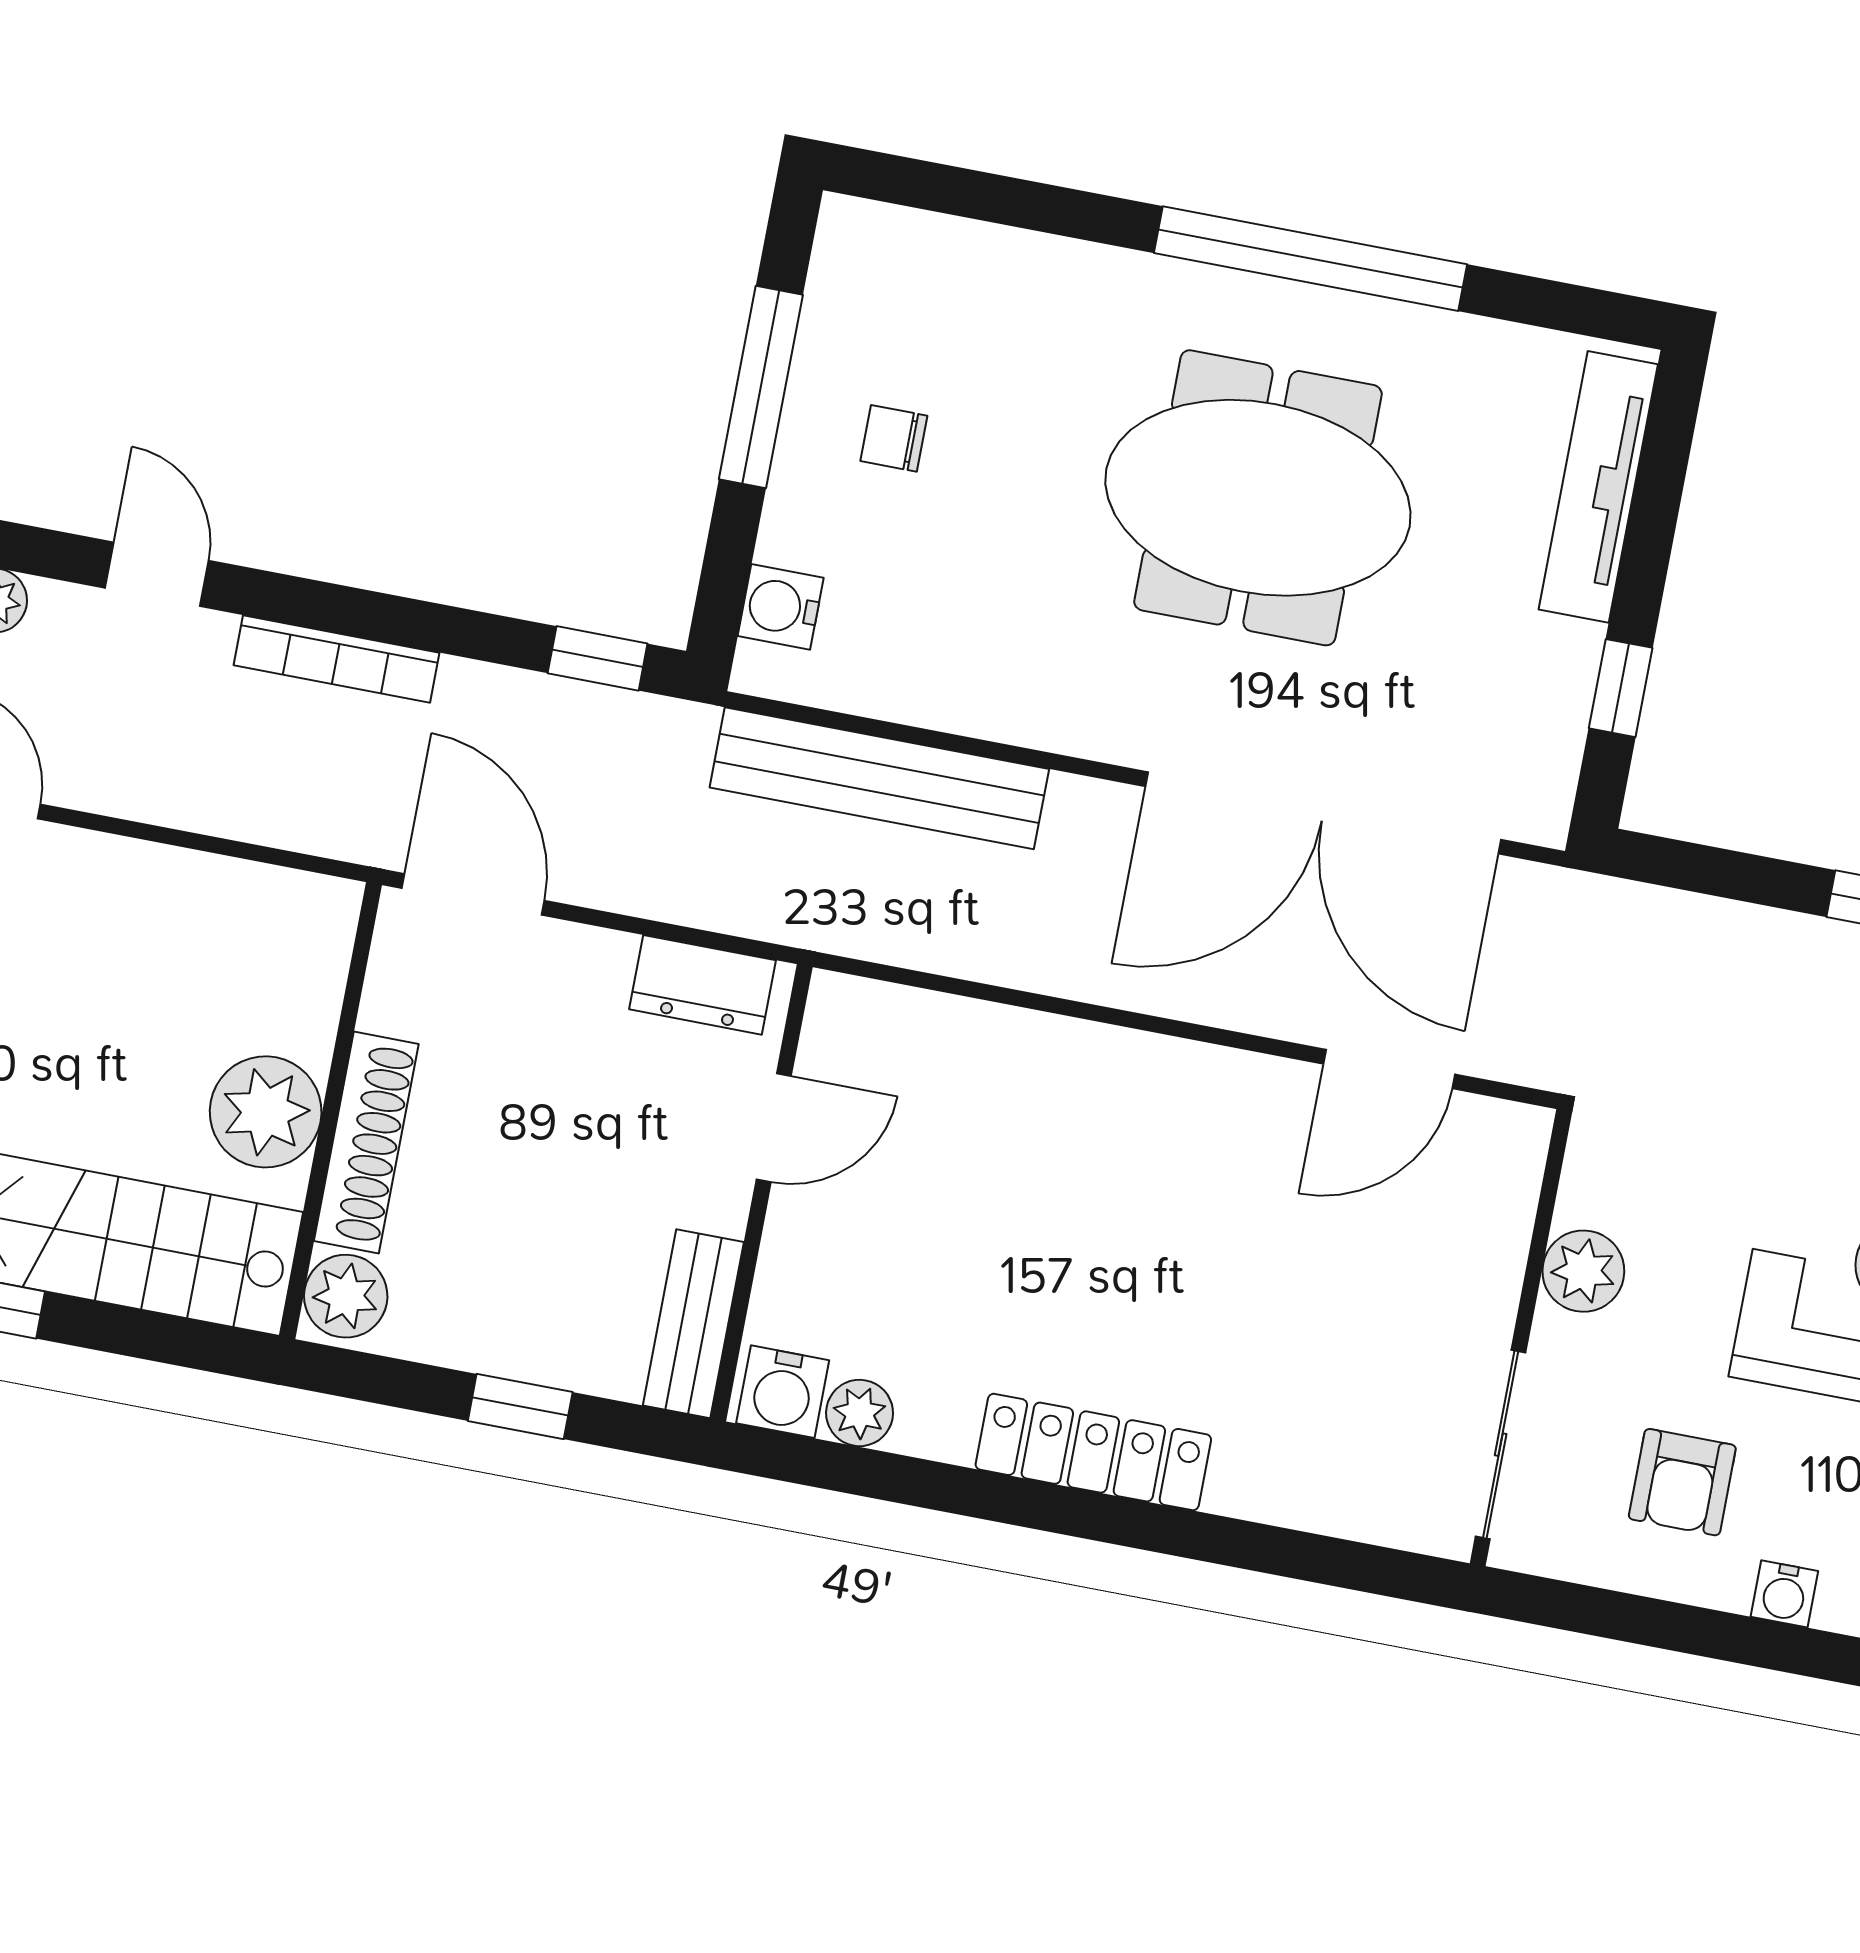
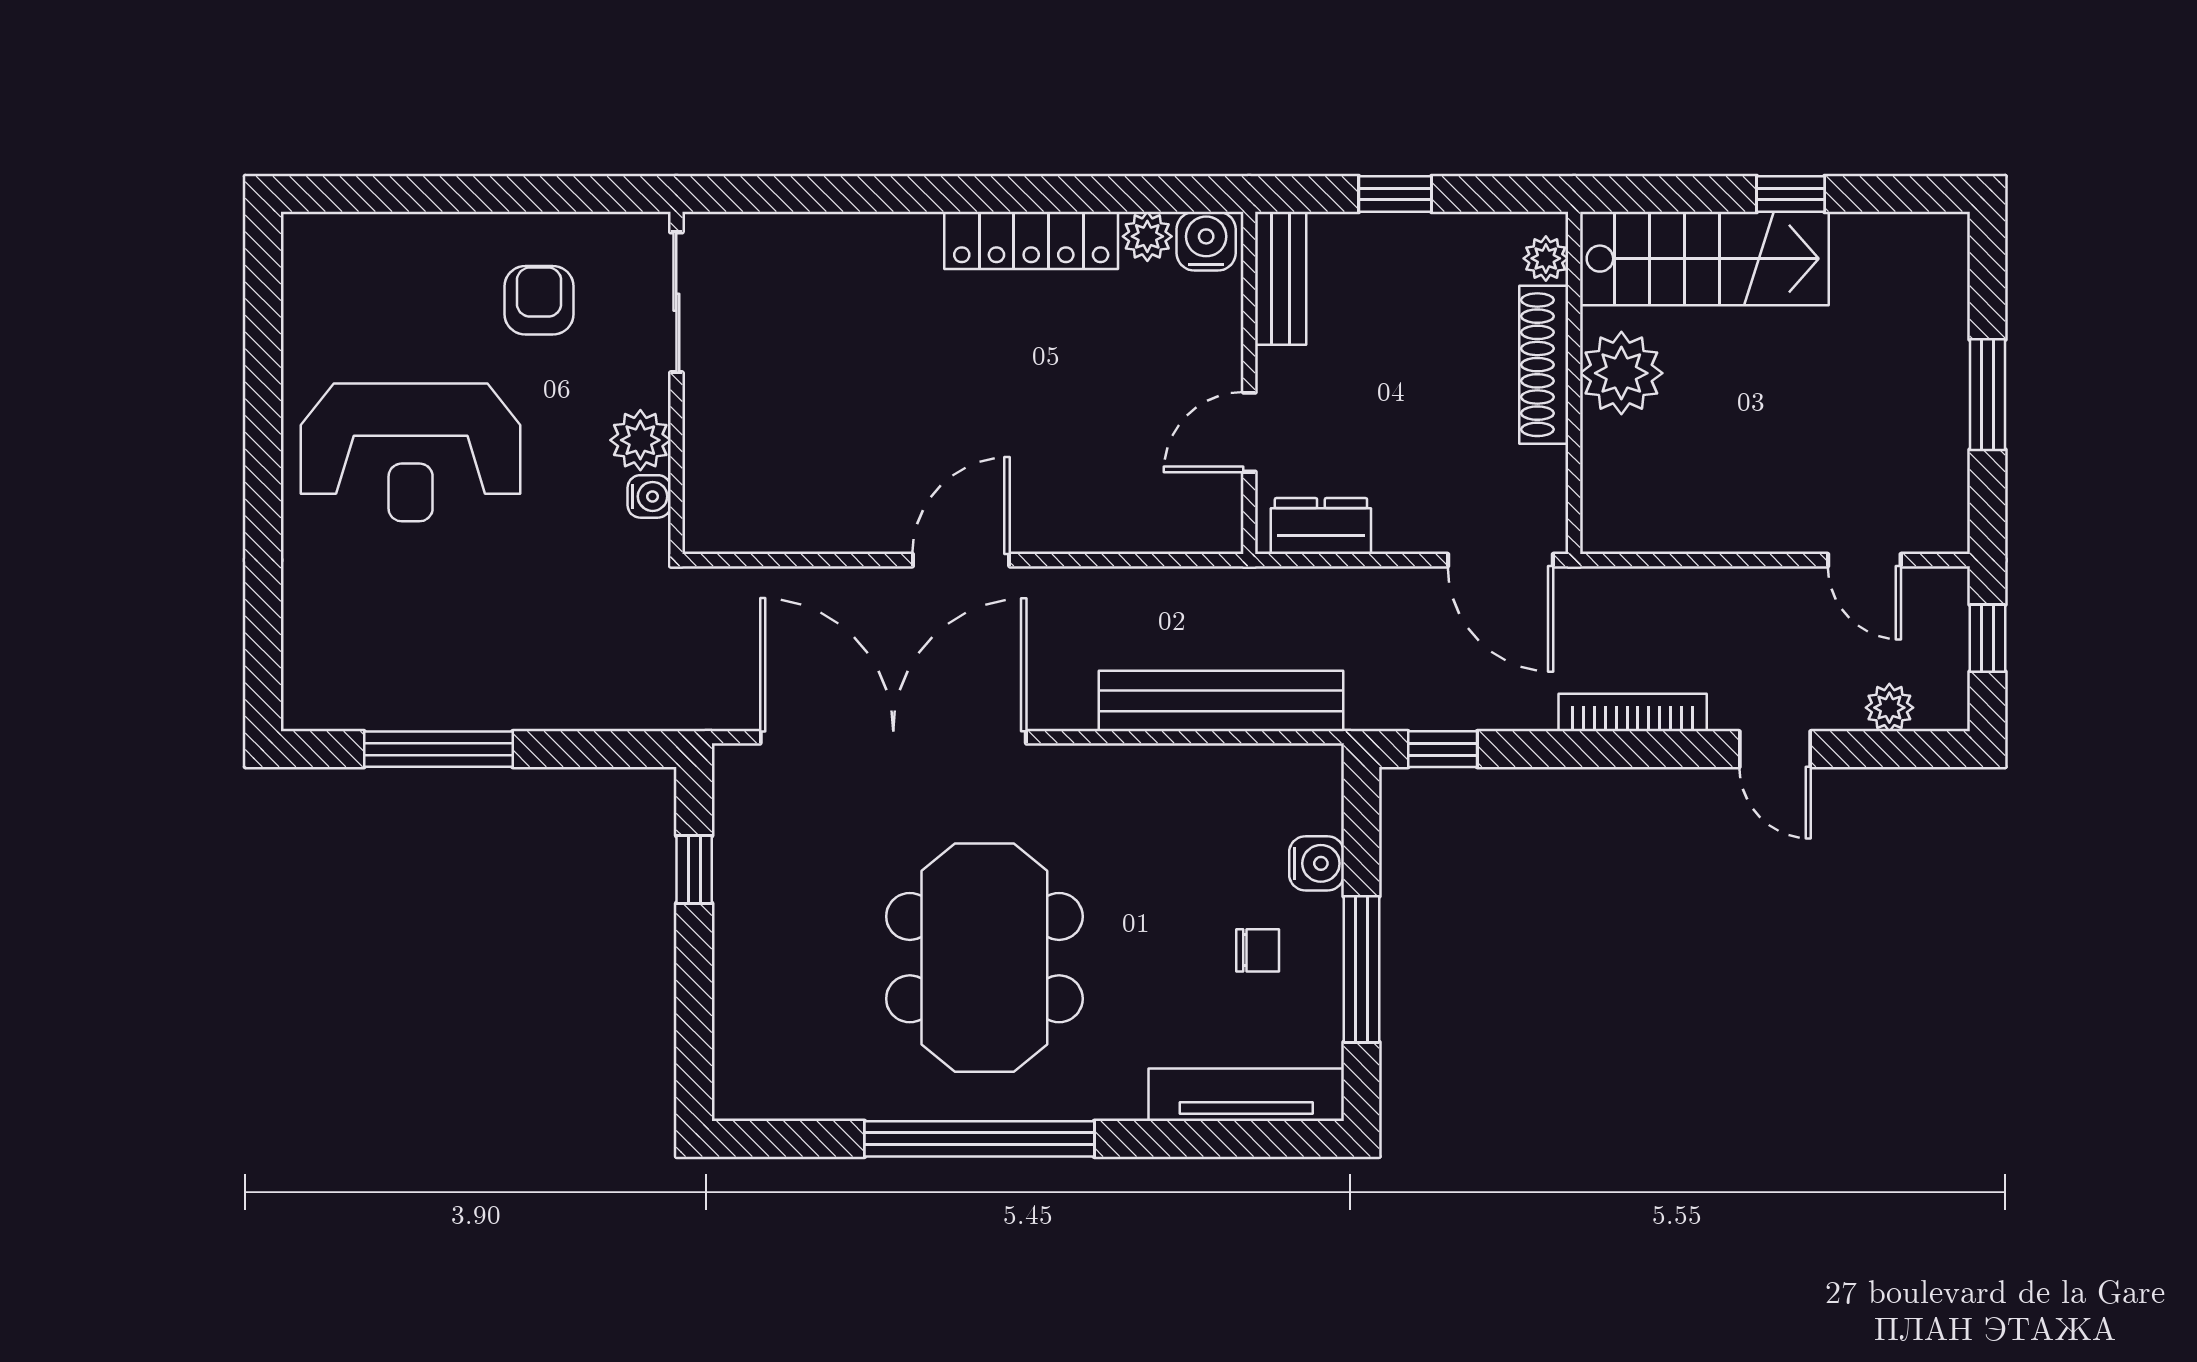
tv unit: (1598, 487) -> (1246, 1095), moved, turned -90
meeting table: (1258, 498) -> (984, 958), turned 90
water cooler: (781, 607) -> (1317, 863), moved
door: (1389, 1069) -> (961, 560), moved
plant: (346, 1296) -> (1546, 258), width x0.73, depth x0.73
locker: (1093, 1452) -> (1031, 240), moved
water cooler: (1784, 1594) -> (649, 496), moved, turned 90

